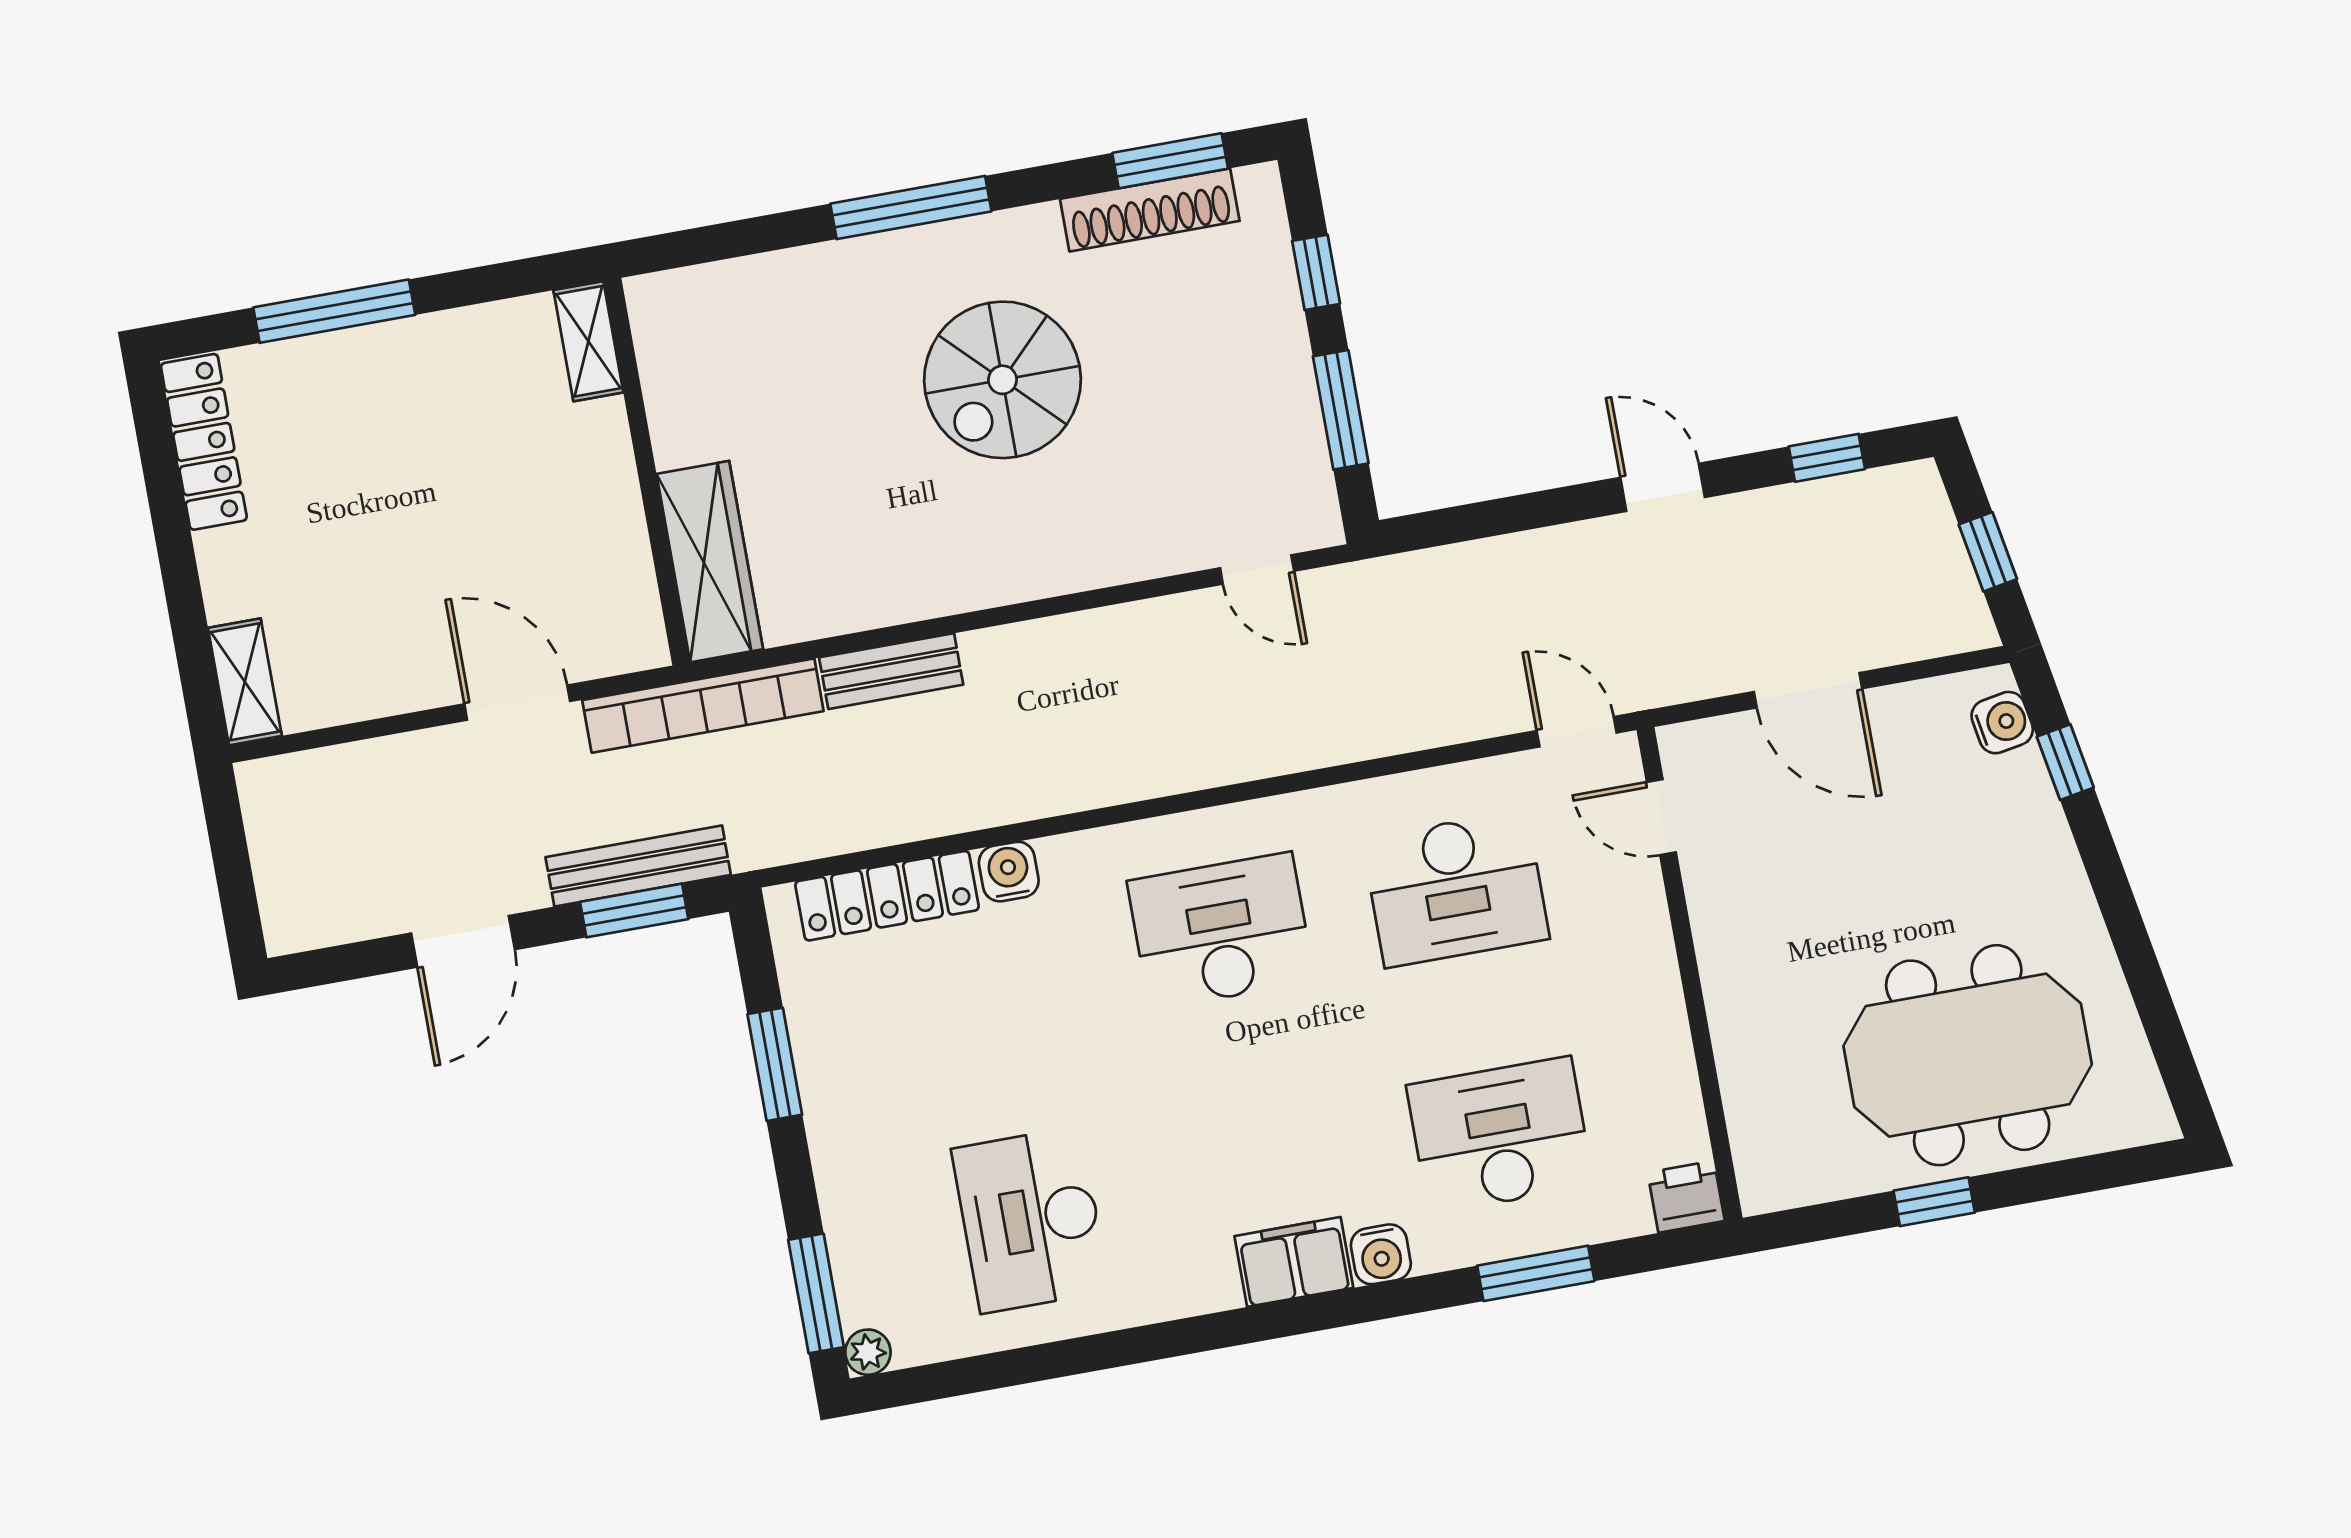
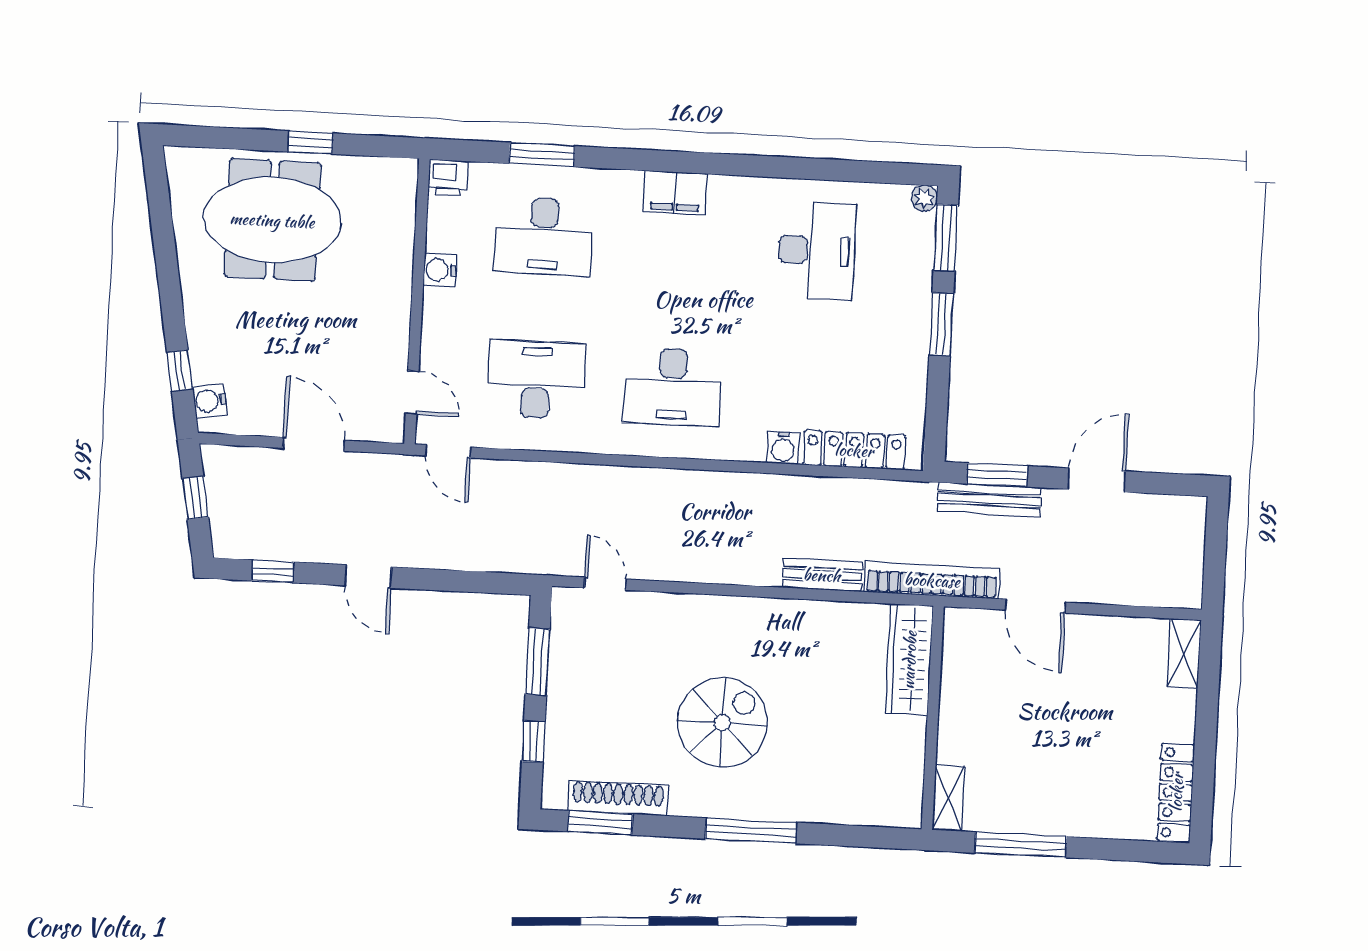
window: (334, 311) -> (1021, 845), moved
window: (775, 1064) -> (941, 324), moved
water cooler: (1381, 1254) -> (440, 270), moved, turned -90

